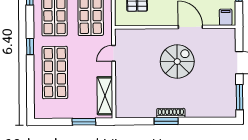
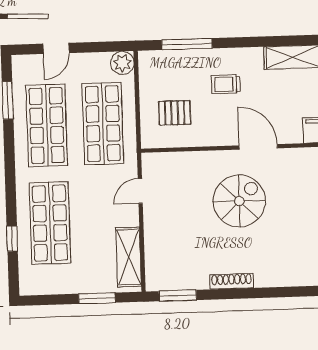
window: (30, 46) -> (12, 239), moved
window: (166, 121) -> (178, 296), moved

